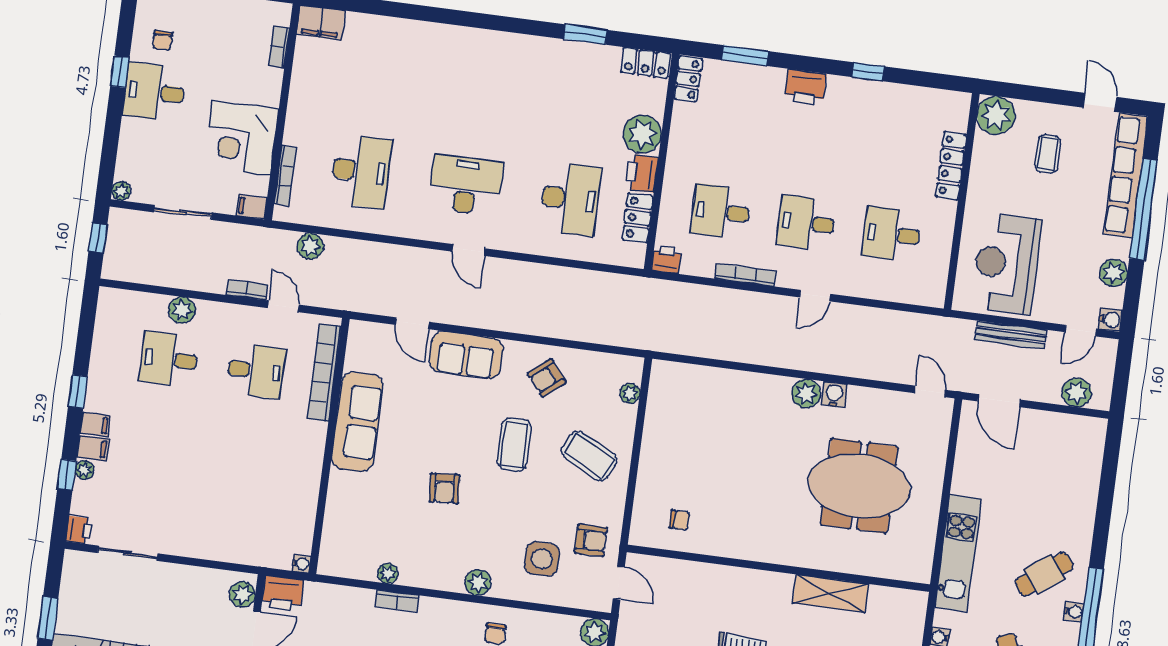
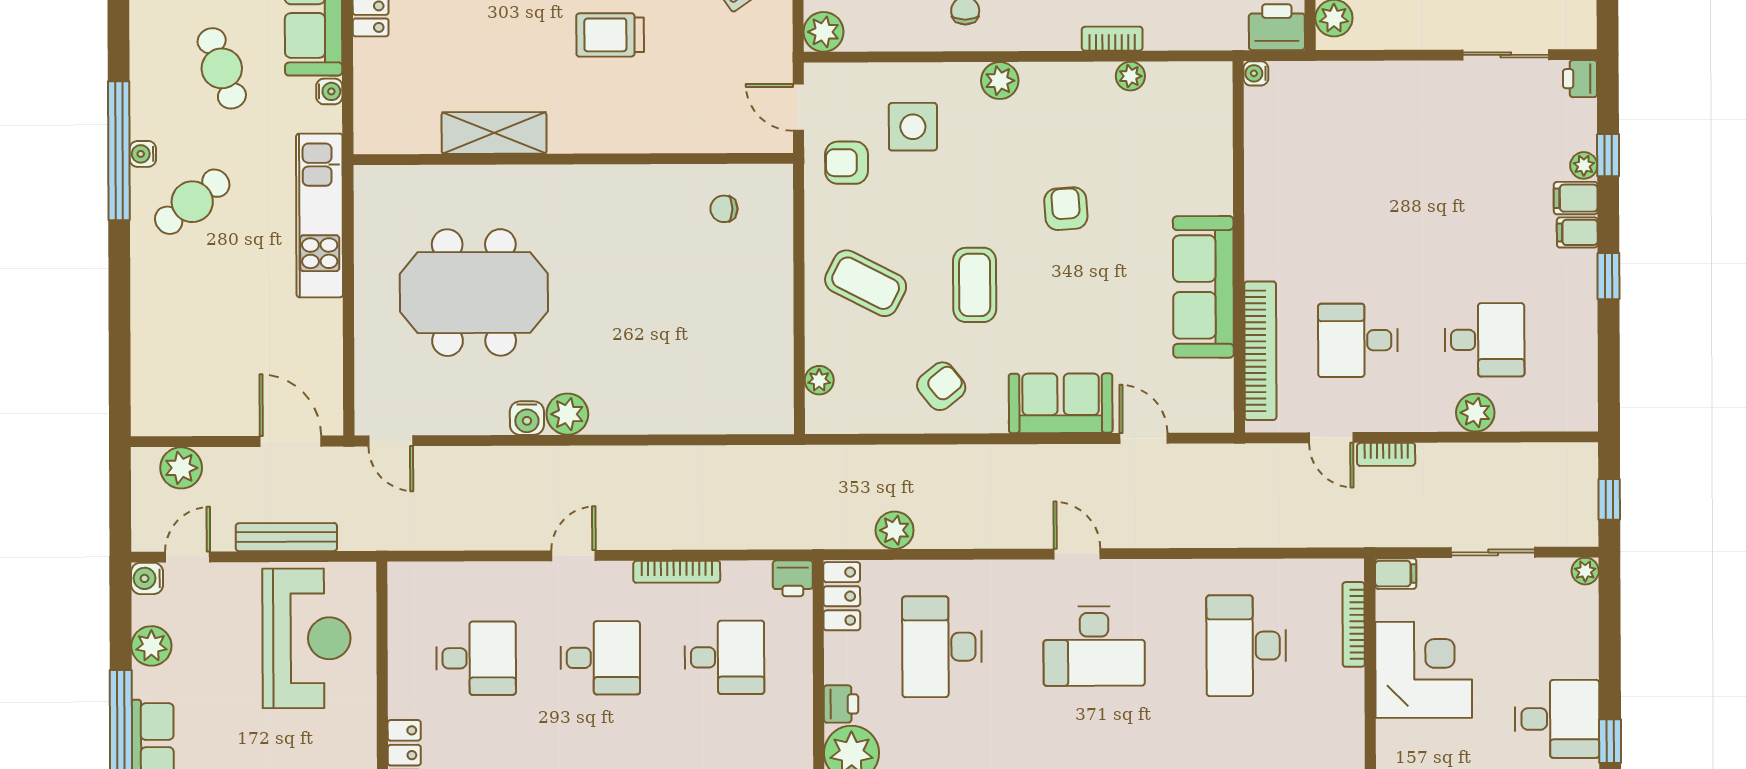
printer: (642, 173) -> (841, 704), width x0.73, depth x0.81
locker: (638, 218) -> (842, 596), moved
plant: (310, 246) -> (895, 530), moved

